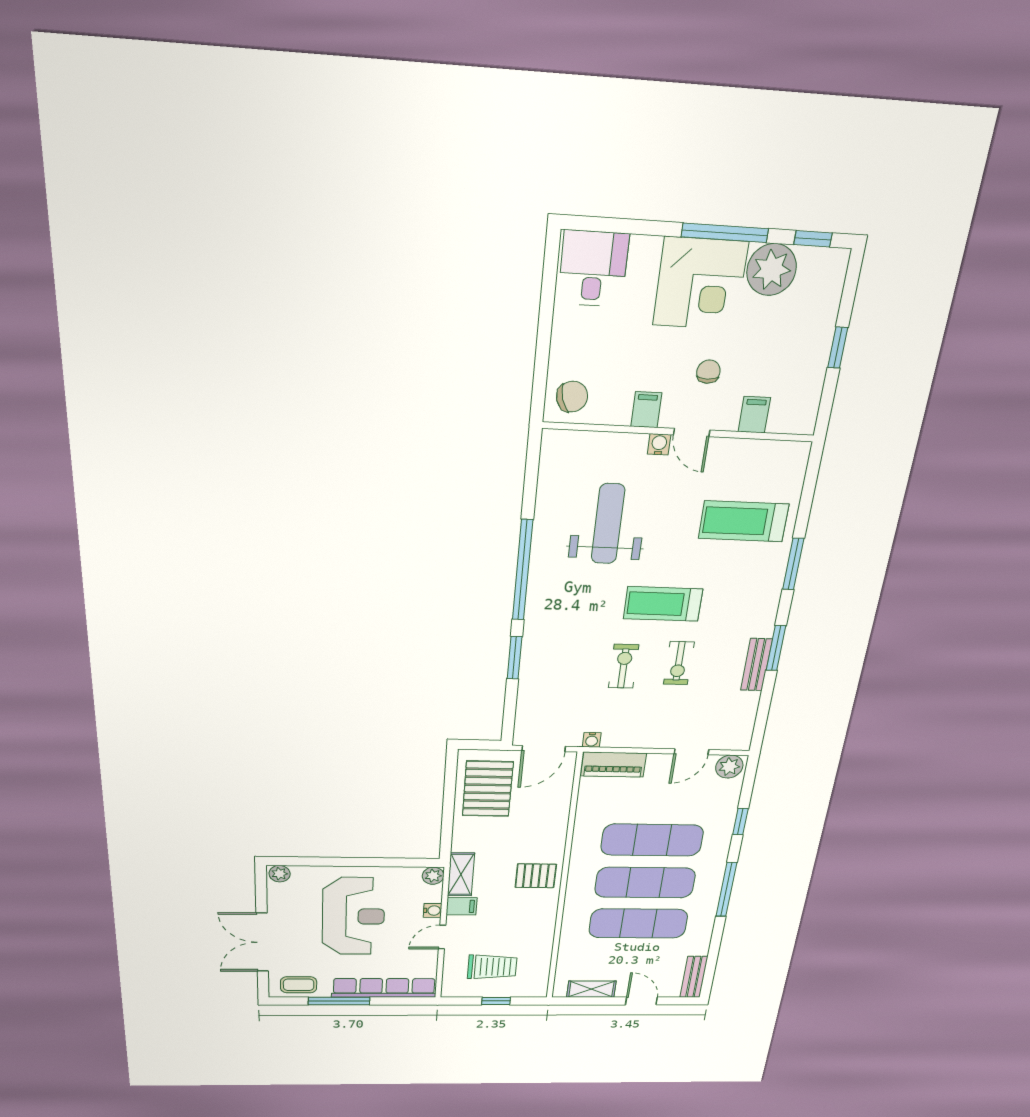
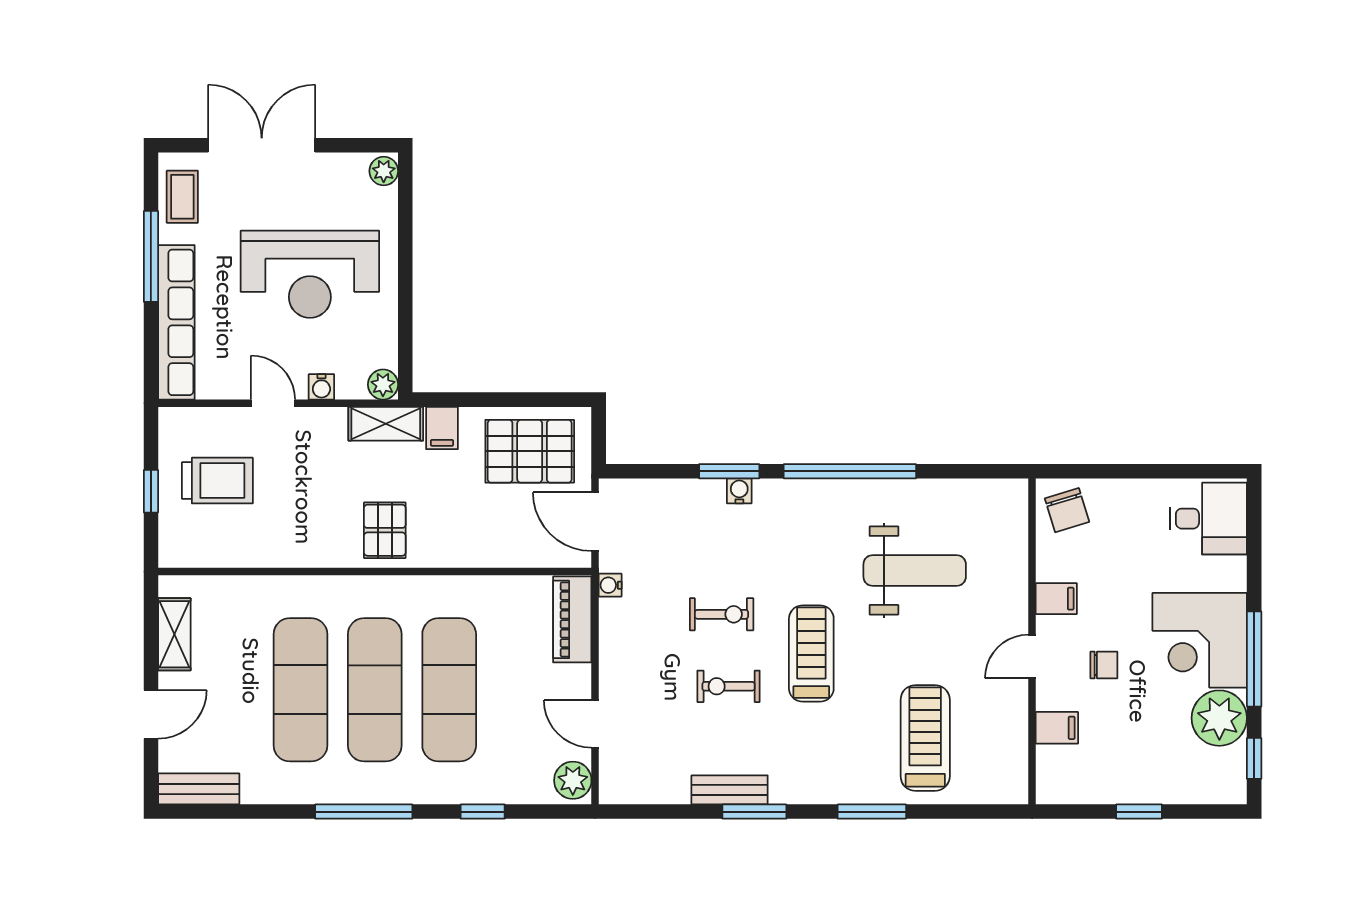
water cooler: (659, 444) -> (739, 491), moved, turned -90
filing cabinet: (462, 906) -> (442, 428), moved
trolley: (492, 967) -> (217, 481), turned -90

